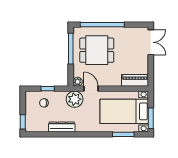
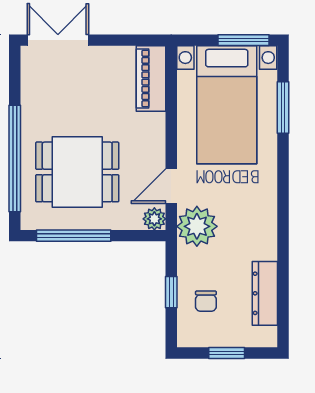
dining table: (97, 50) -> (77, 172), turned 90
window: (23, 122) -> (227, 353), moved
dresser: (62, 127) -> (265, 293), moved

